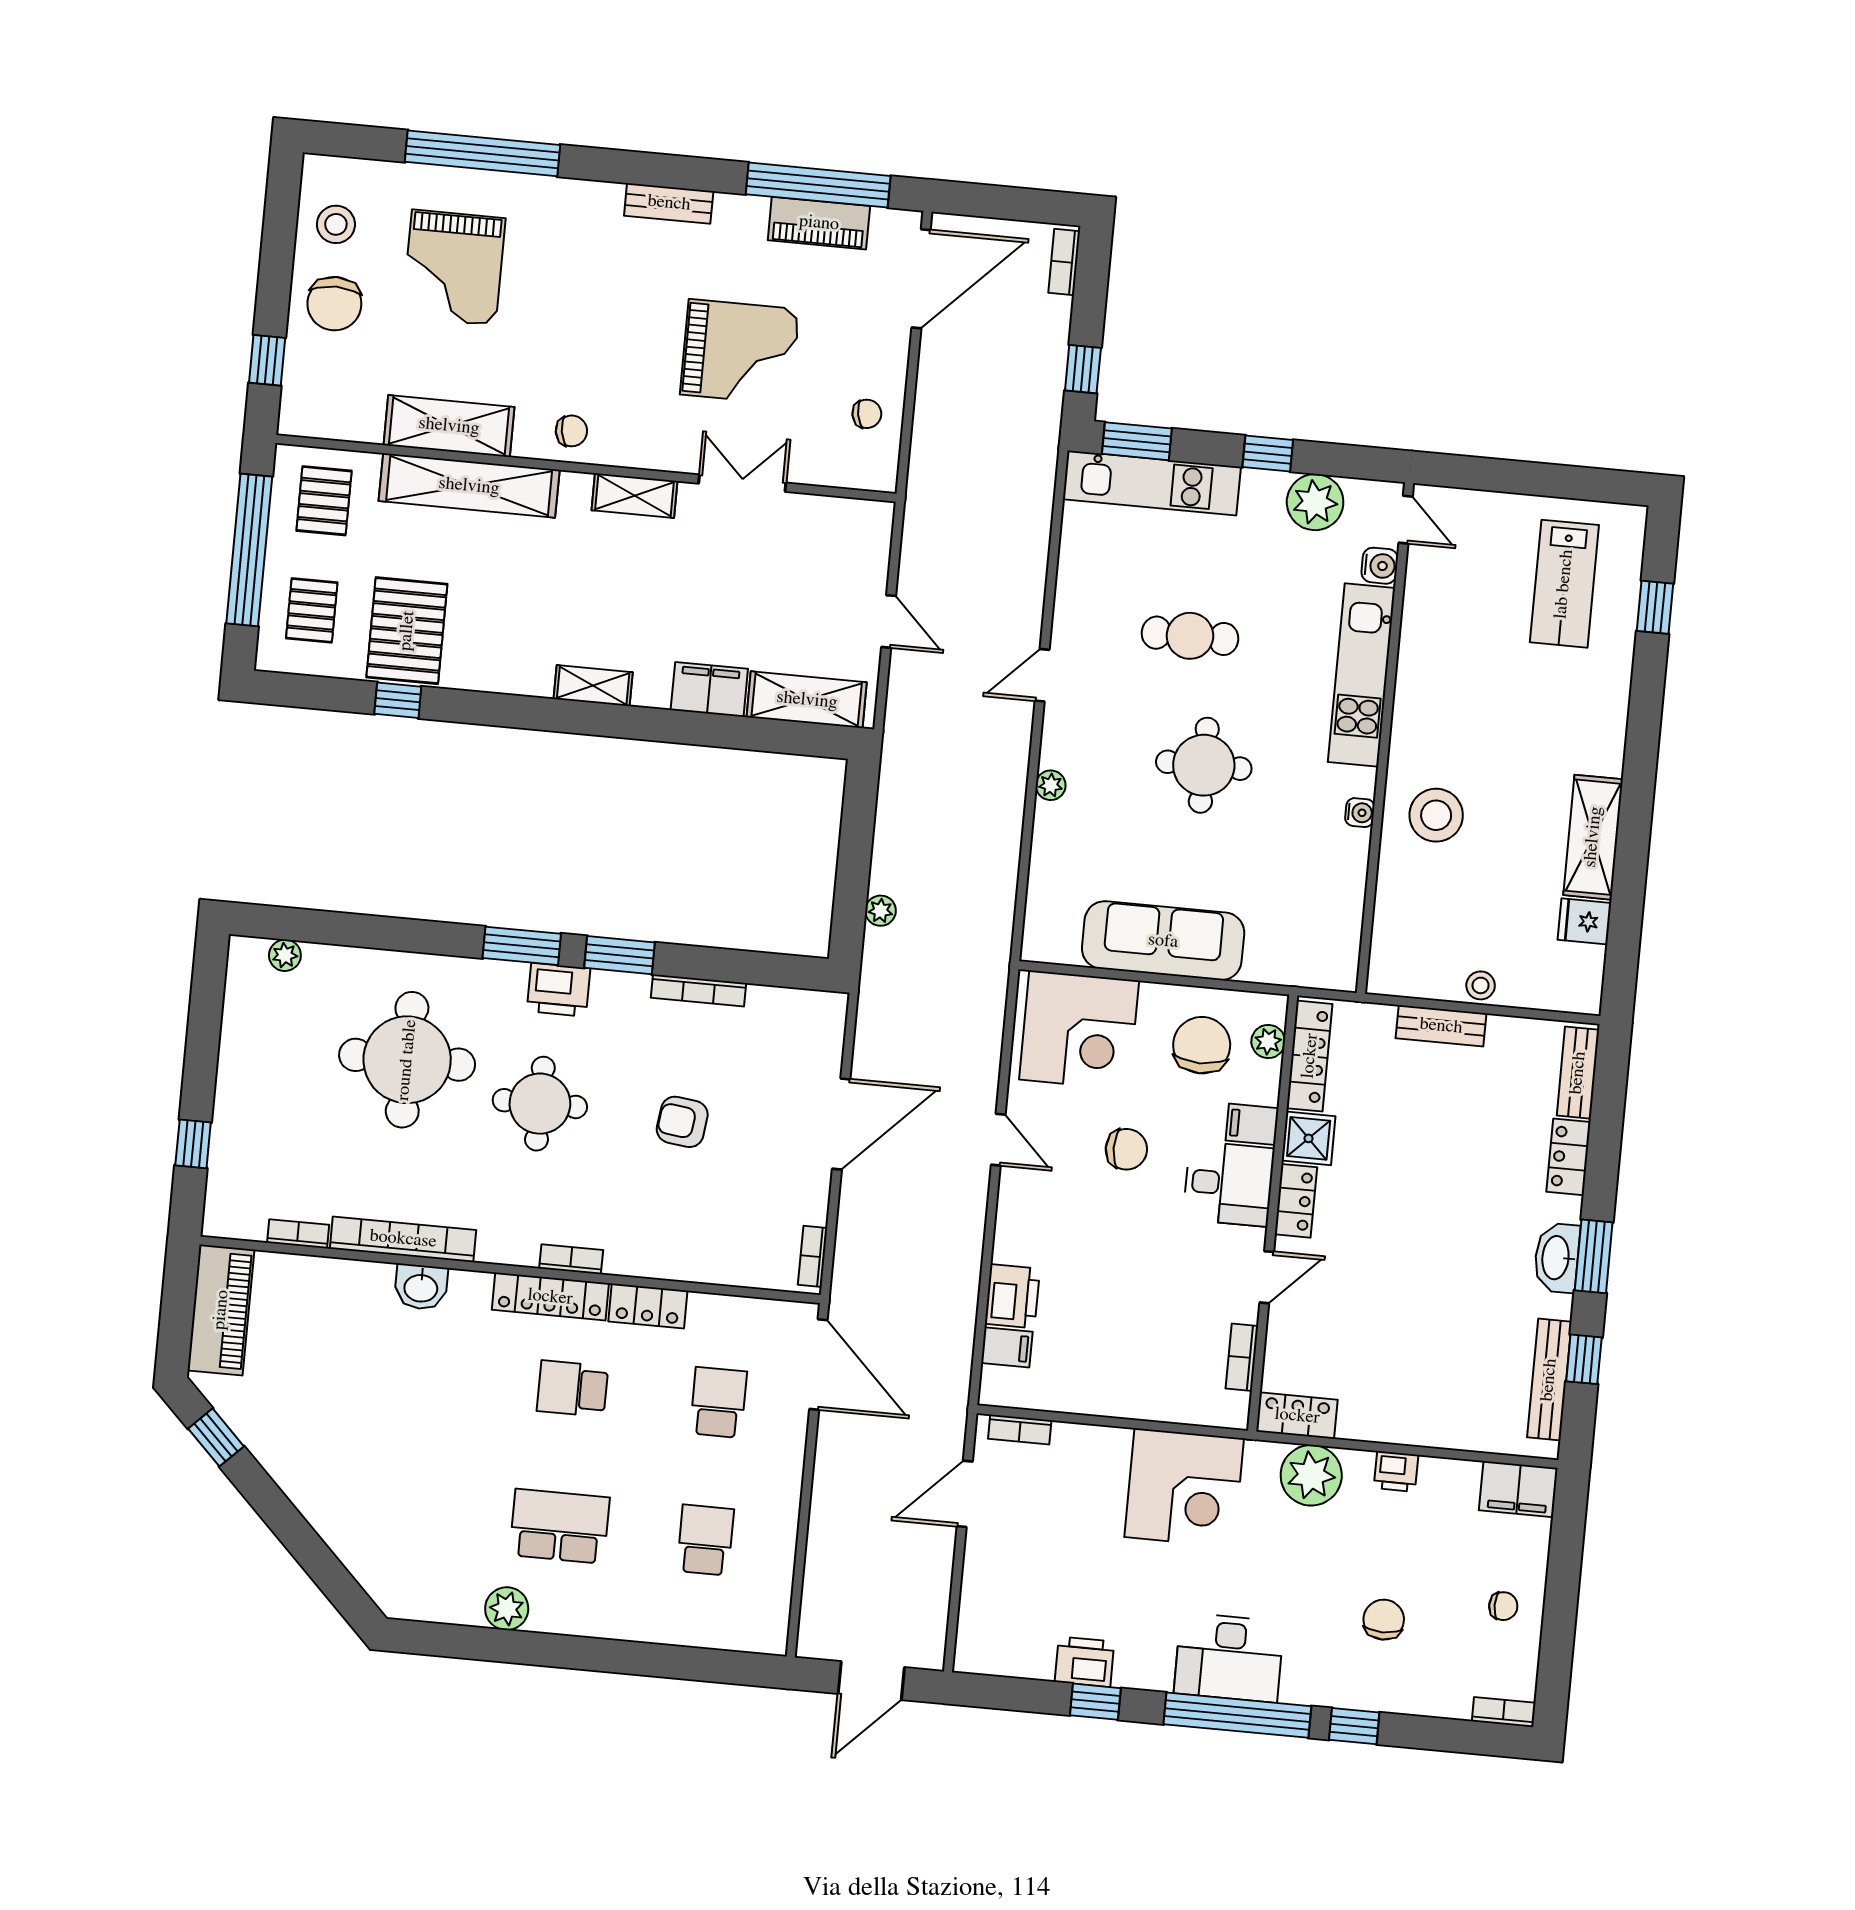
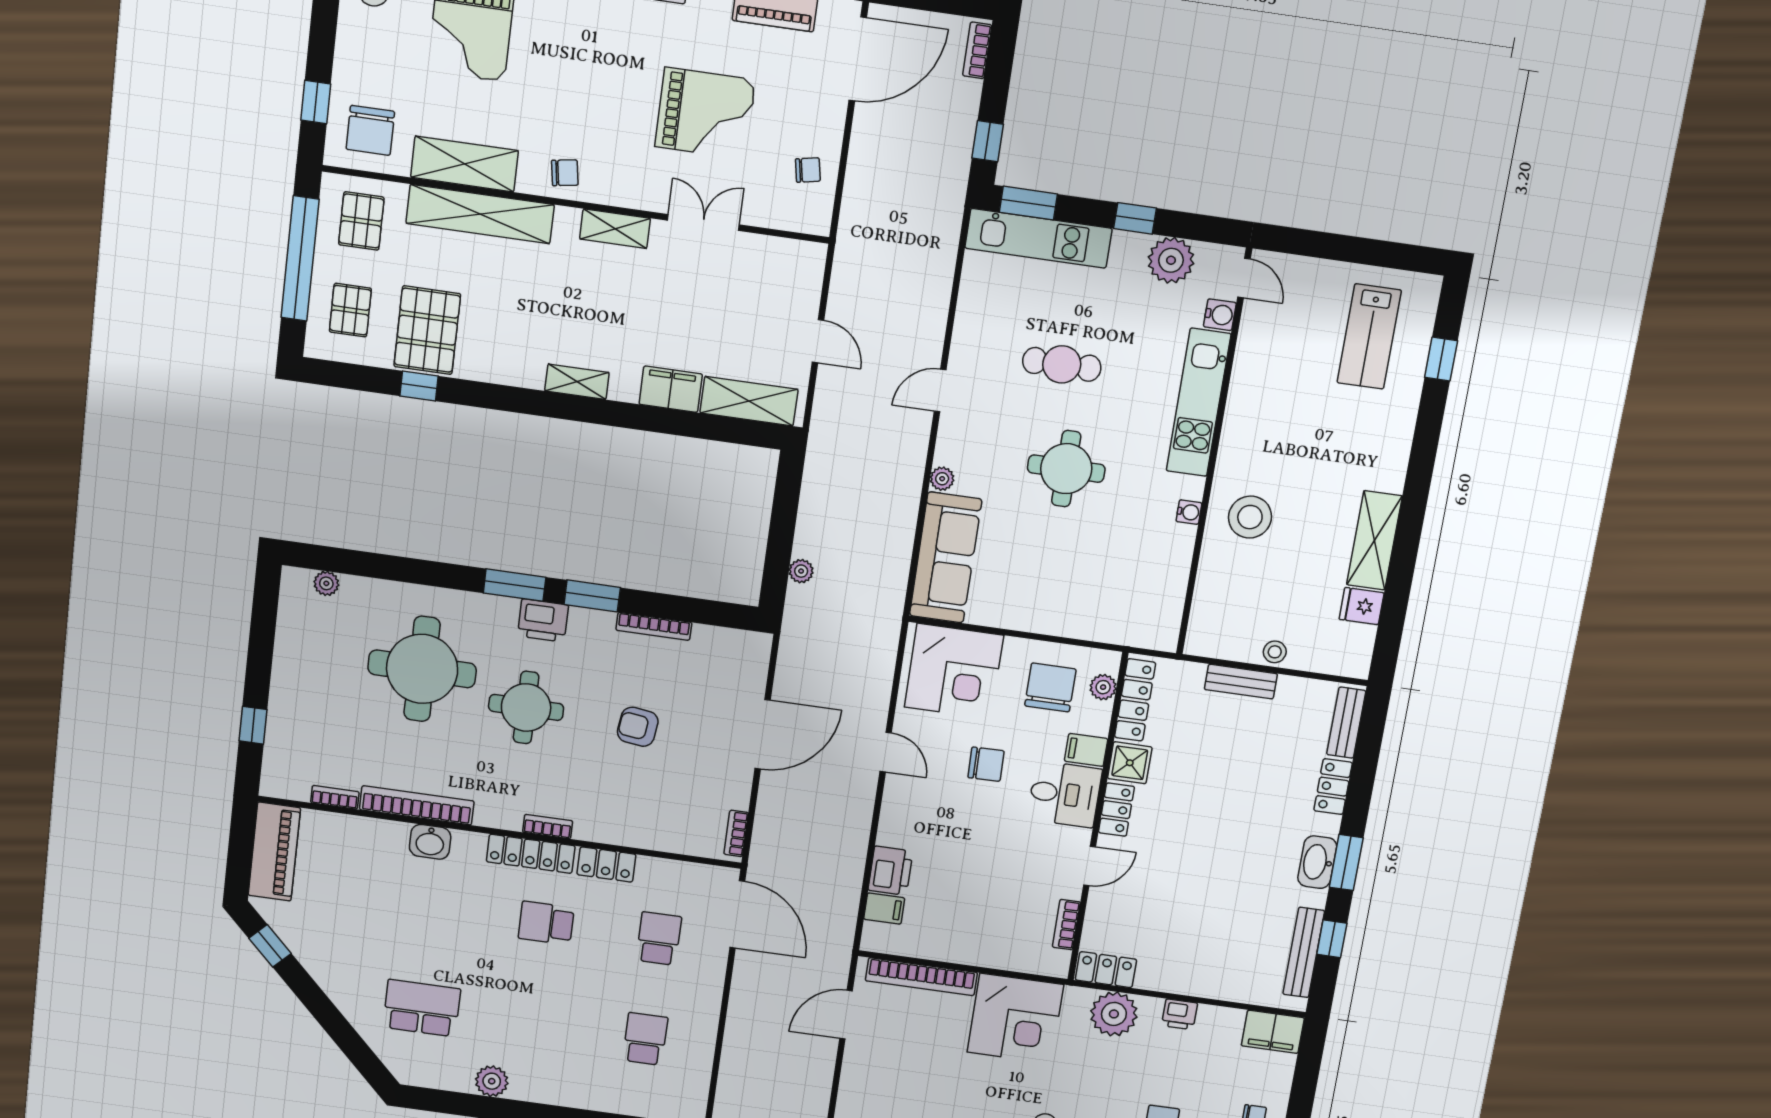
chair: (334, 304) -> (370, 130), moved
sofa: (1163, 941) -> (946, 558), moved, turned 90
bookcase: (1020, 1429) -> (921, 977), width x2.31, depth x1.31
school desk: (560, 1526) -> (422, 1008), moved

